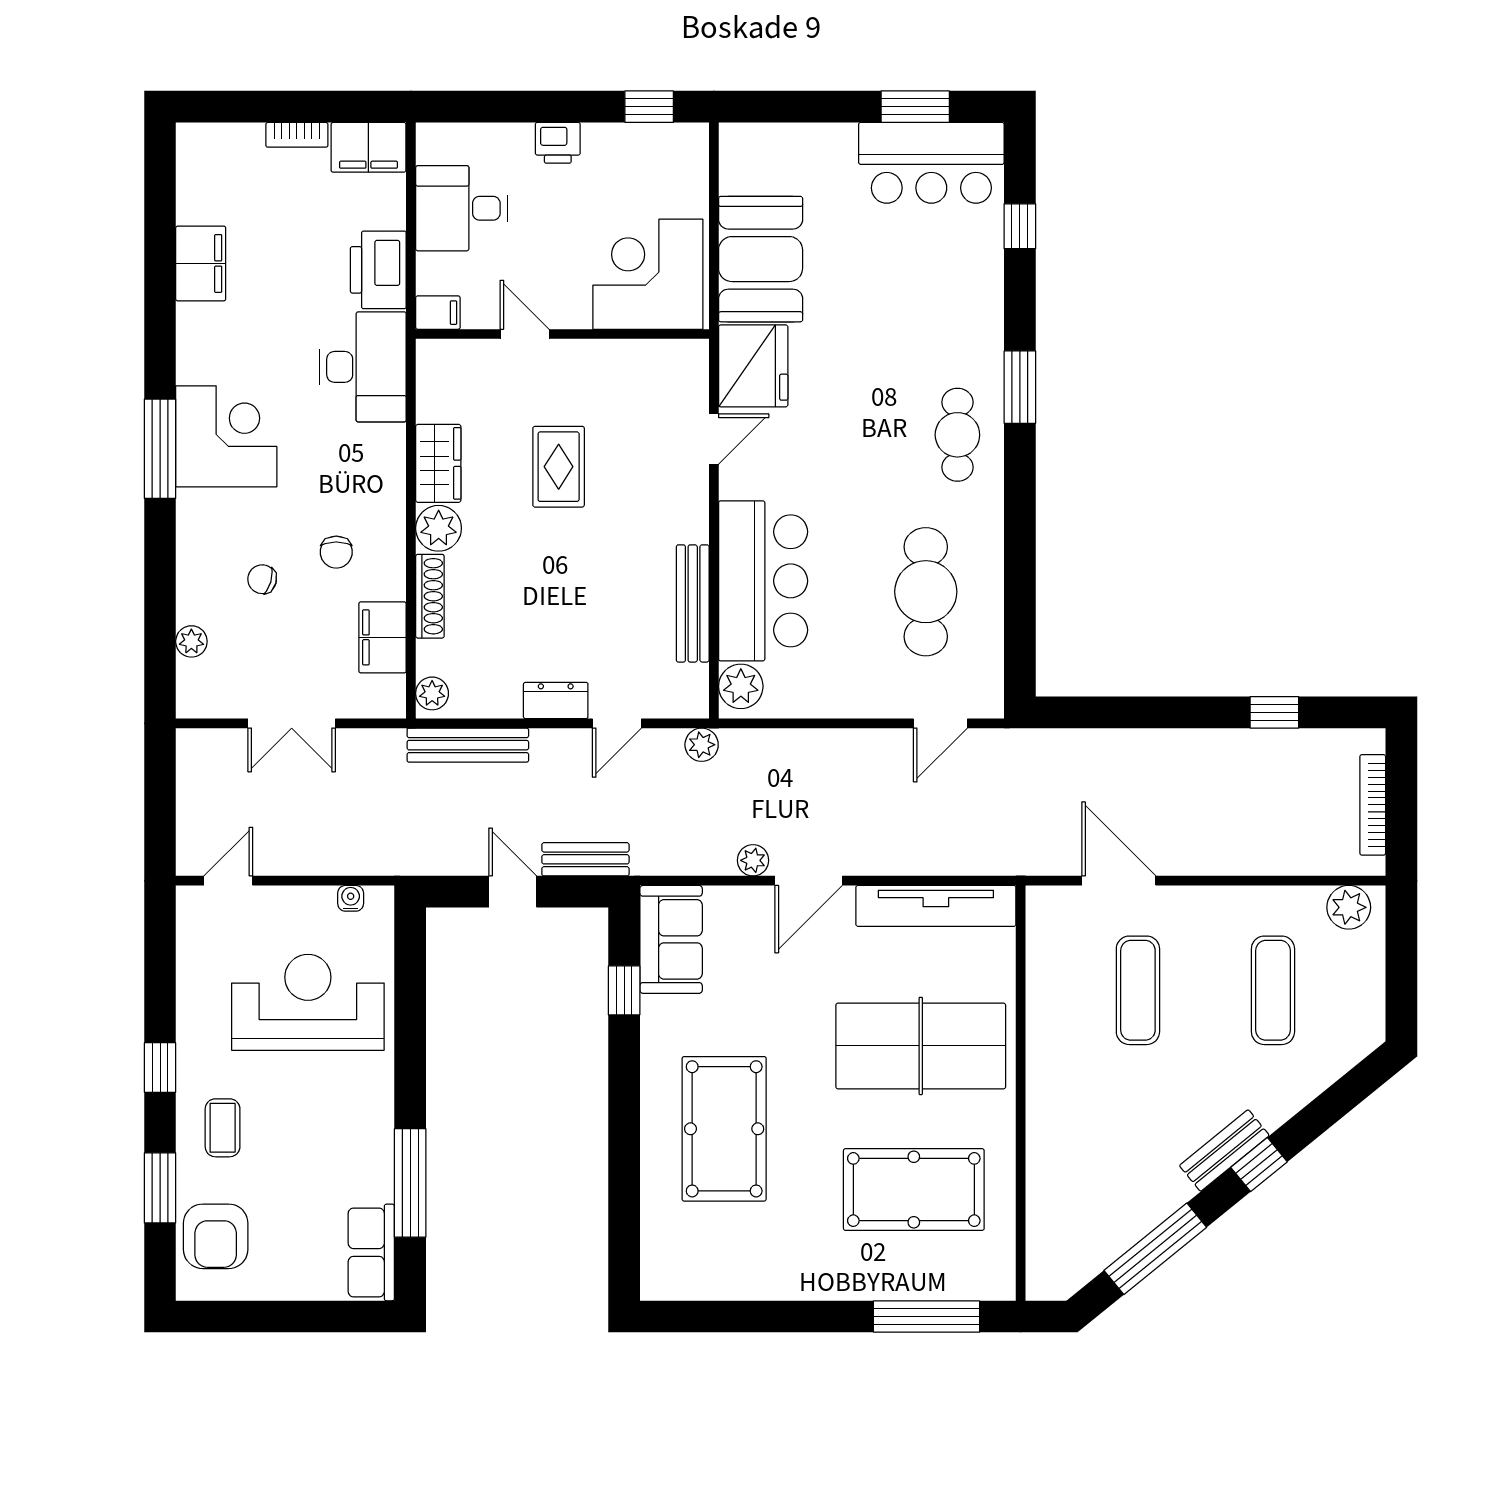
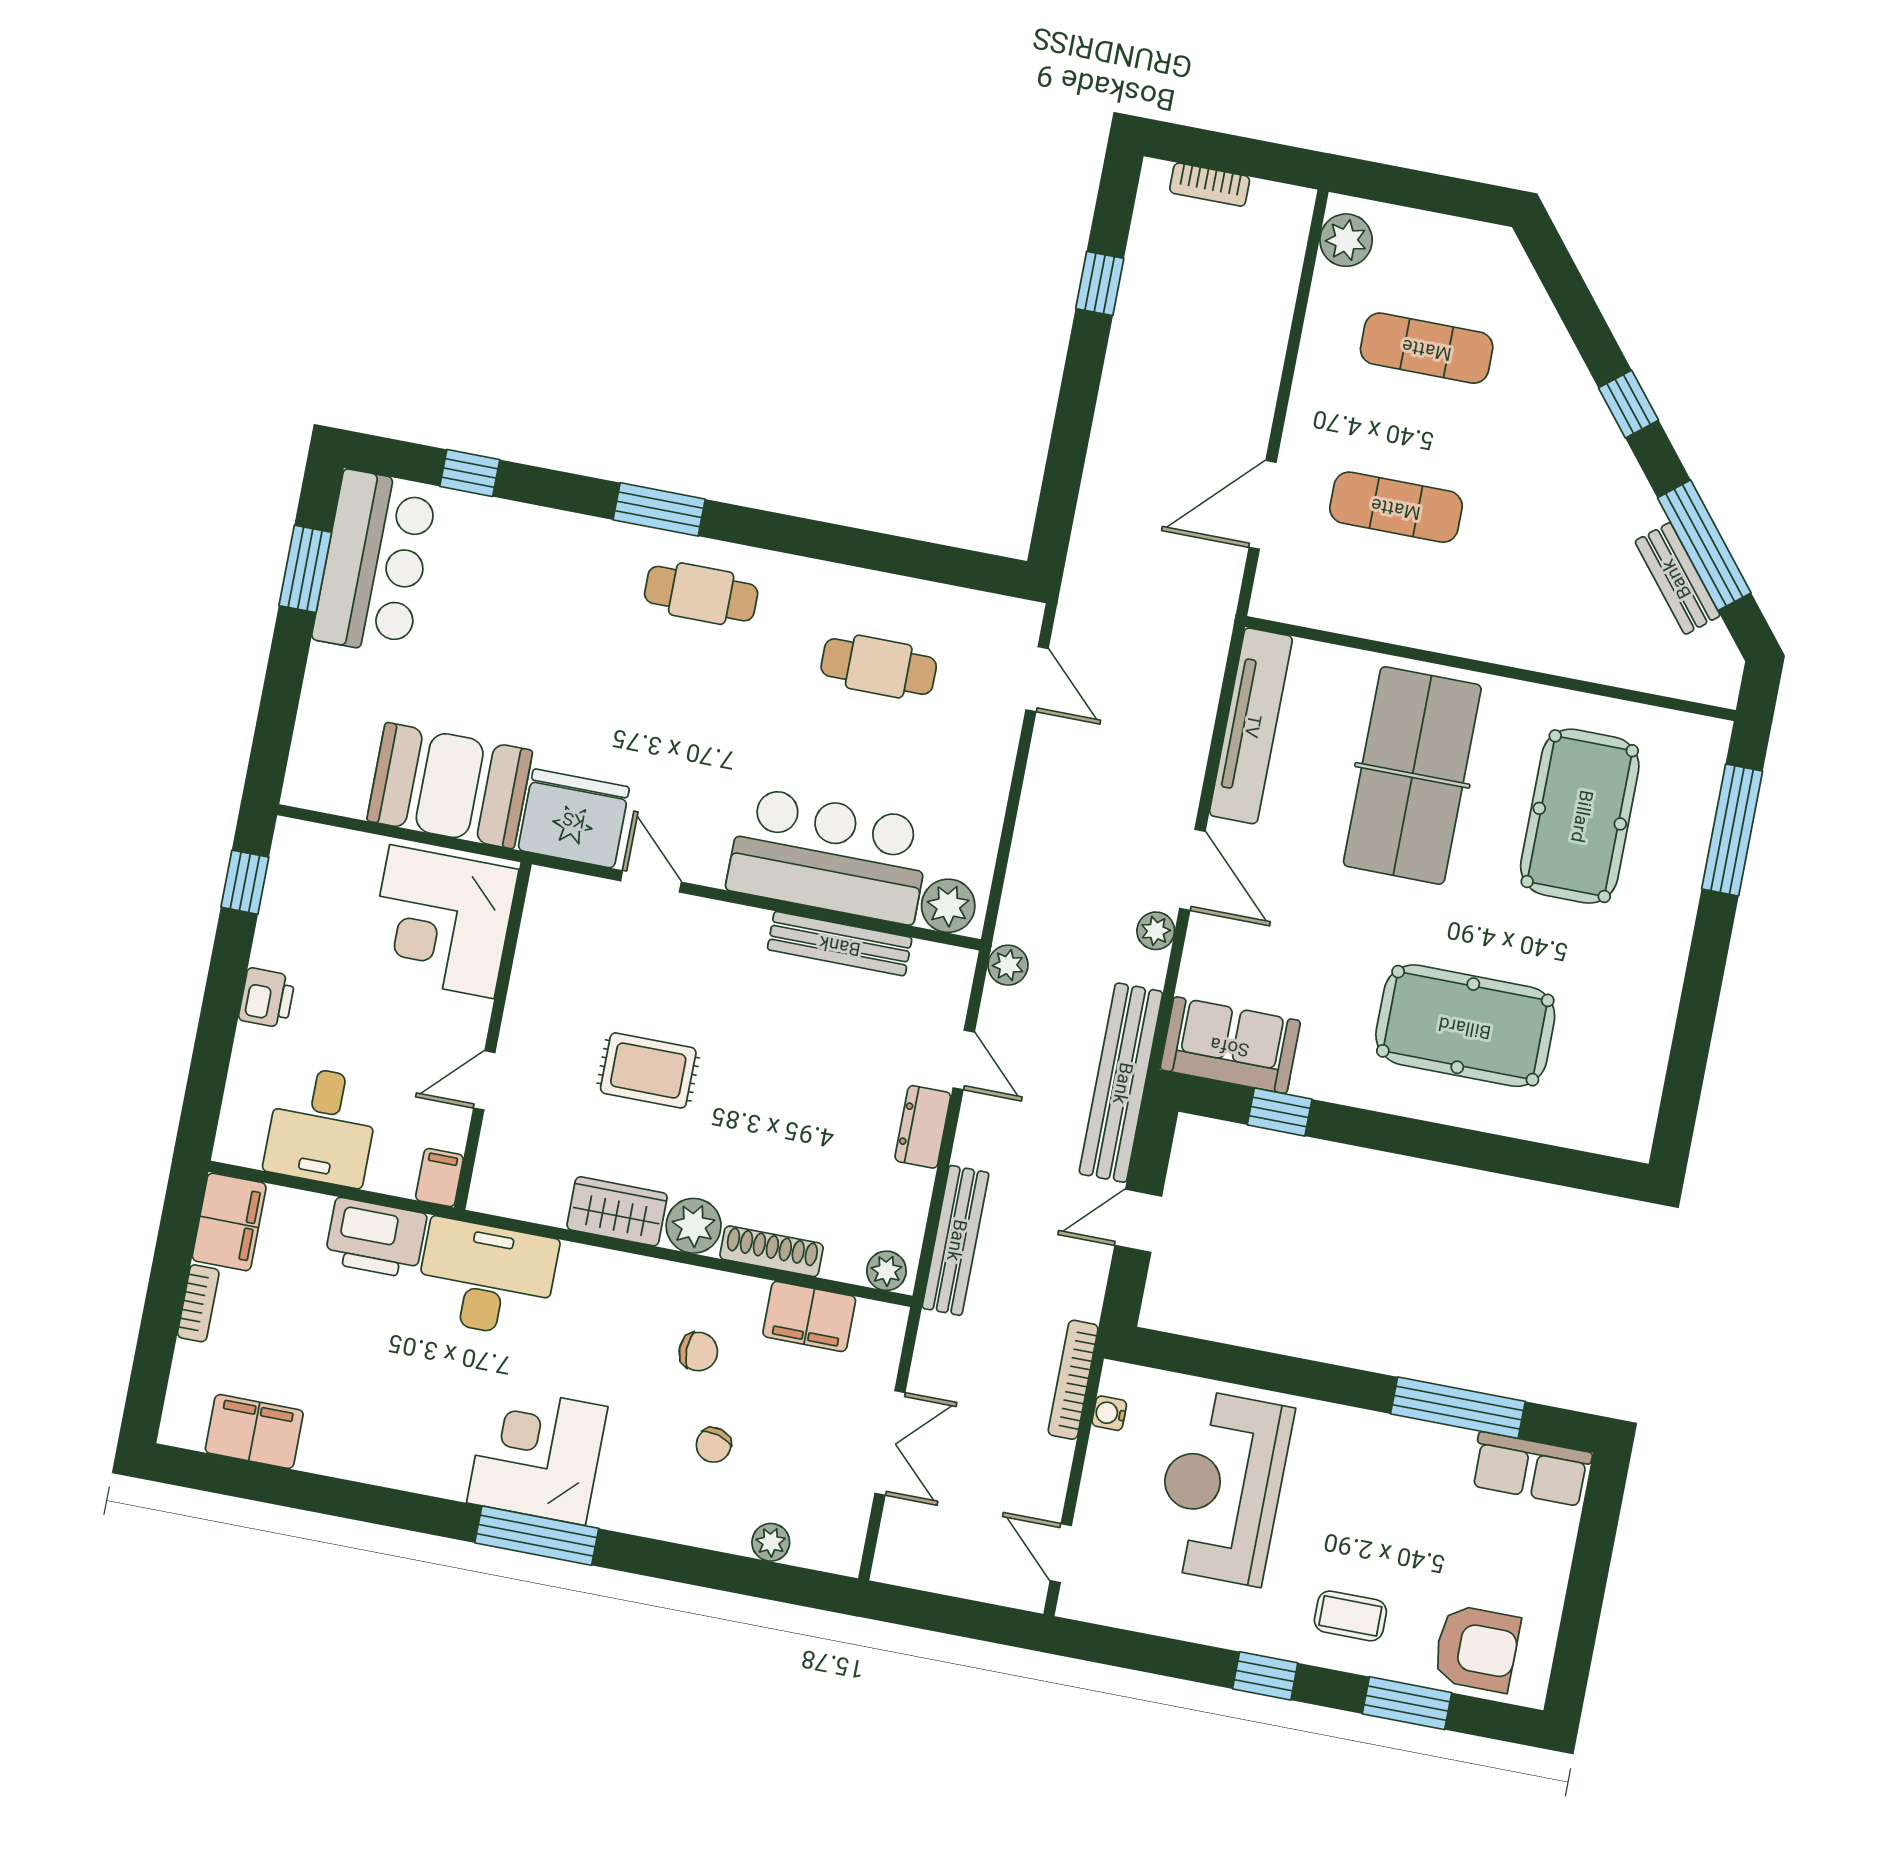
filing cabinet: (201, 263) -> (254, 1432), moved
cafe table: (926, 592) -> (879, 667), width x0.73, depth x0.74
bookcase: (1373, 805) -> (1210, 185), width x0.64
bench: (585, 859) -> (1121, 1083), width x1.86, depth x1.21
bookcase: (372, 863) -> (1073, 1380), added
bench: (1224, 1151) -> (1678, 578), moved

